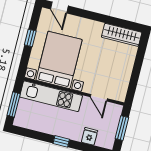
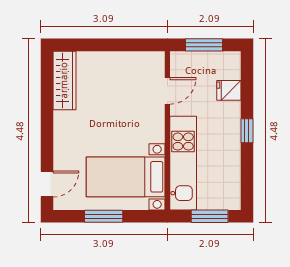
window: (30, 38) -> (104, 216), width x1.50
bed with nightstands: (59, 60) -> (126, 177), width x0.73

